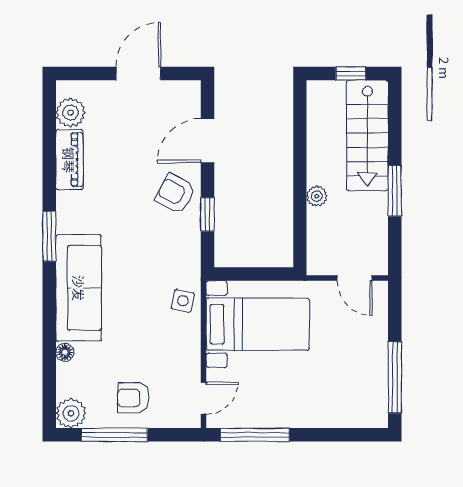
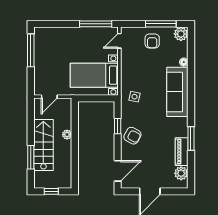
stairs: (367, 135) -> (43, 145), moved
door: (208, 141) -> (118, 171), moved
window: (395, 191) -> (31, 157), moved
window: (49, 236) -> (191, 138), moved
door: (355, 278) -> (49, 97), swing flipped
side table: (183, 301) -> (135, 97), moved
armchair: (133, 398) -> (152, 41), turned 90

